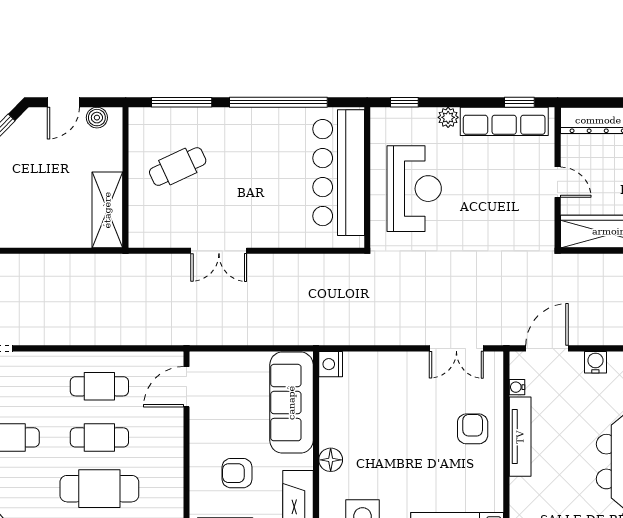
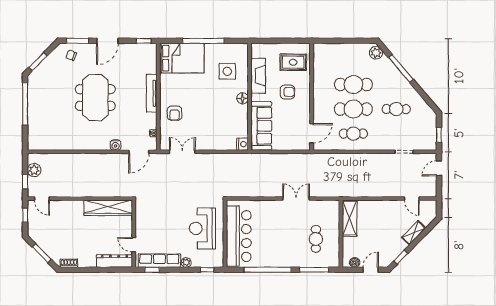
cafe table: (178, 167) -> (316, 239), turned -65
door: (558, 182) -> (134, 245), moved
cafe table: (99, 437) -> (353, 109), width x1.37, depth x1.35
tv unit: (520, 437) -> (152, 93), moved

